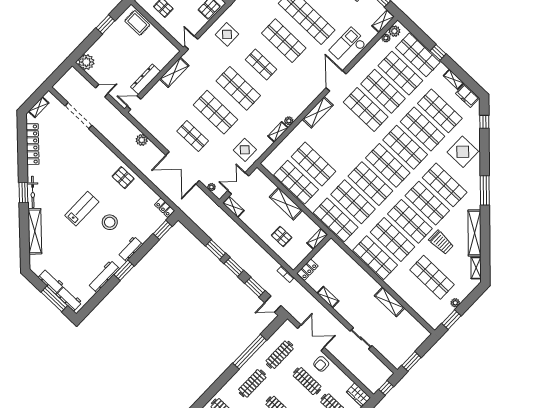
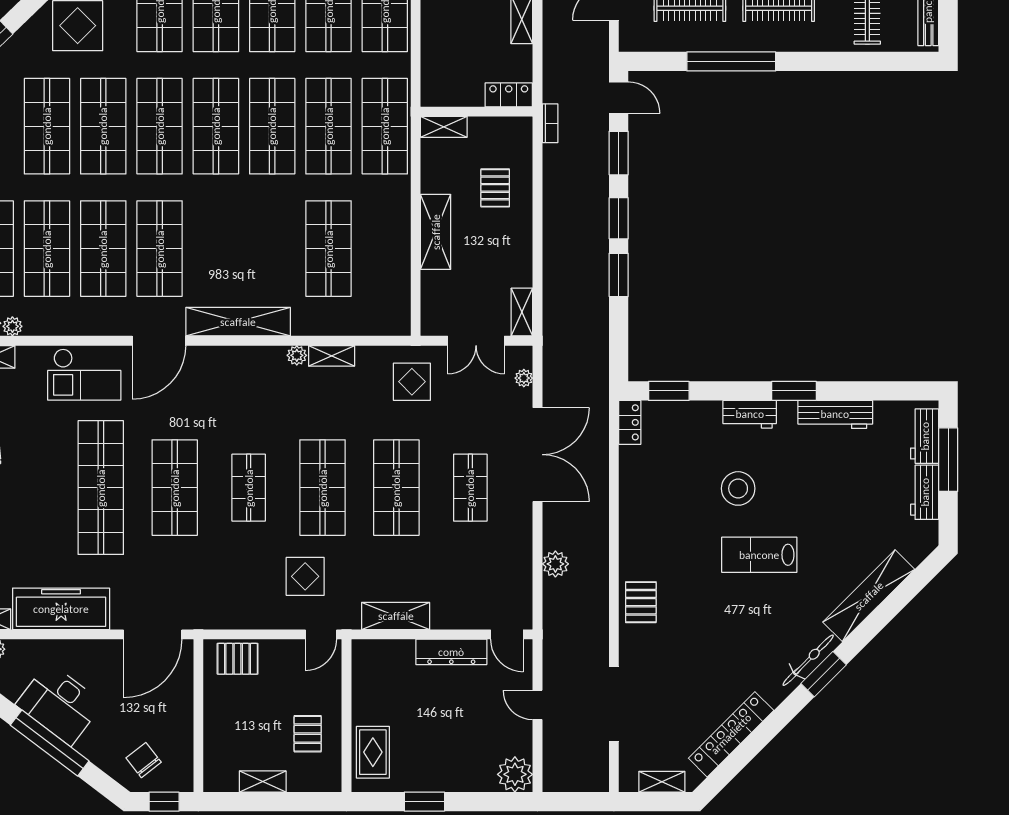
display table: (227, 34) -> (305, 576), moved
shelving: (318, 112) -> (238, 322), width x1.47
pallet: (123, 178) -> (641, 602), moved
shop shelf: (296, 182) -> (385, 249), removed

